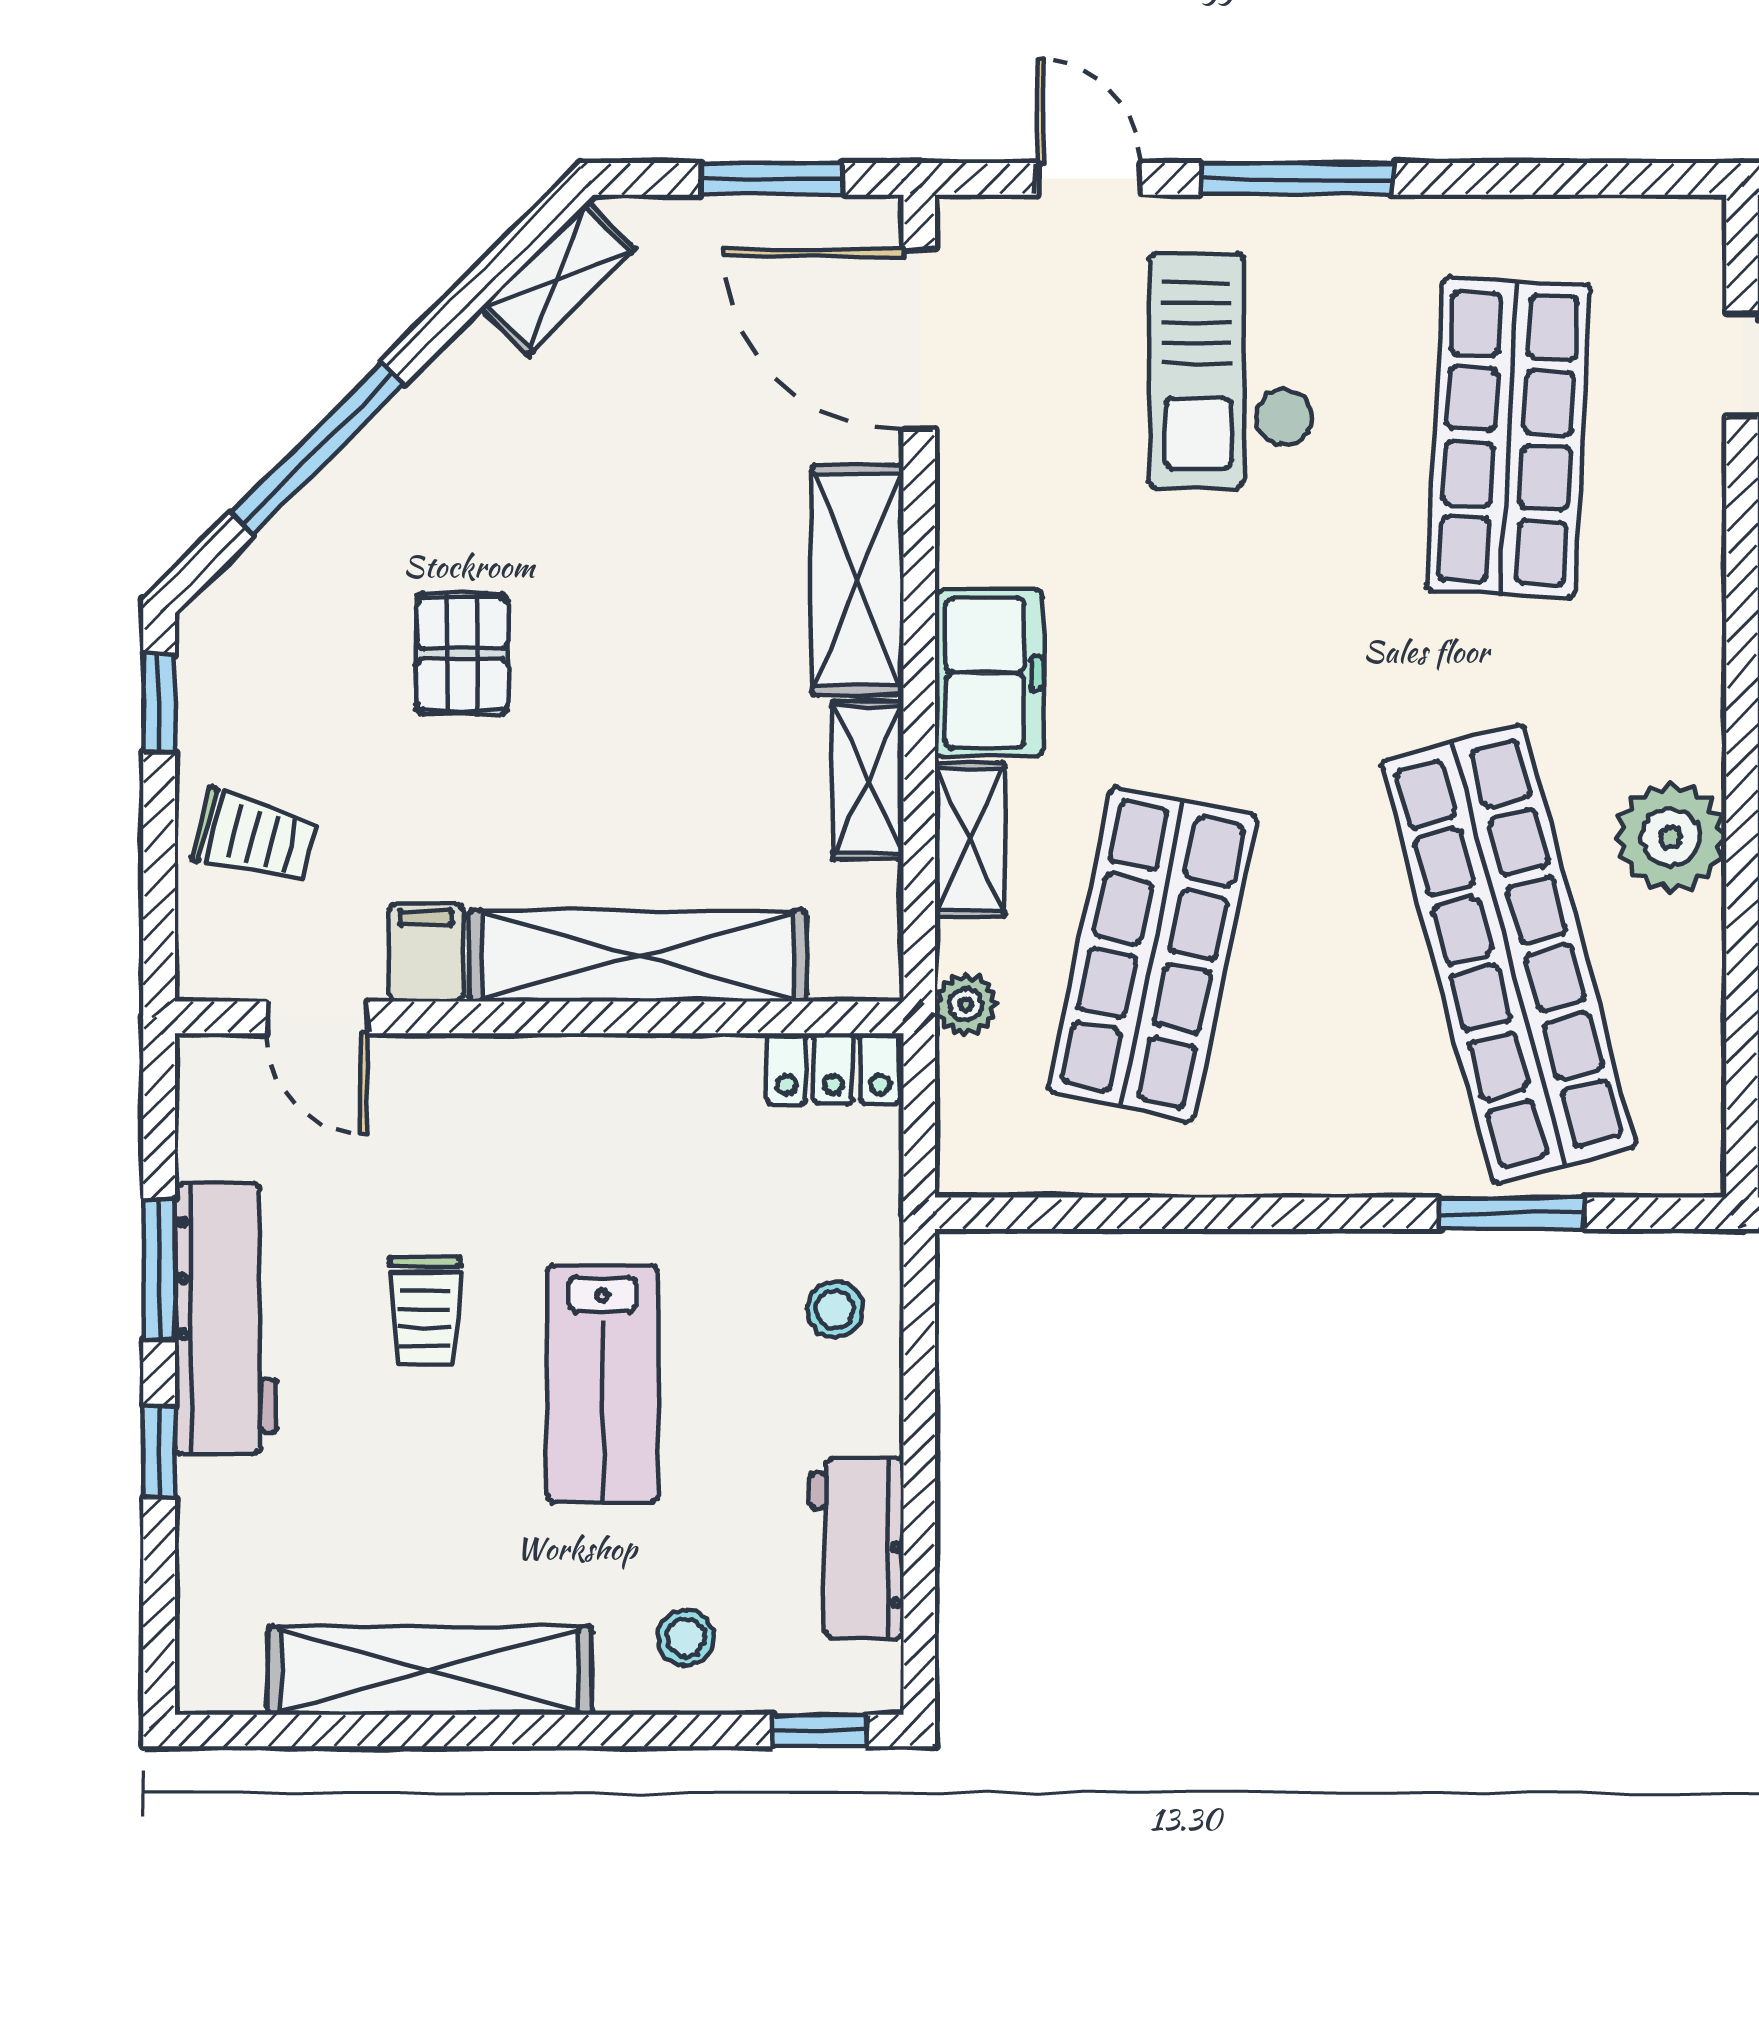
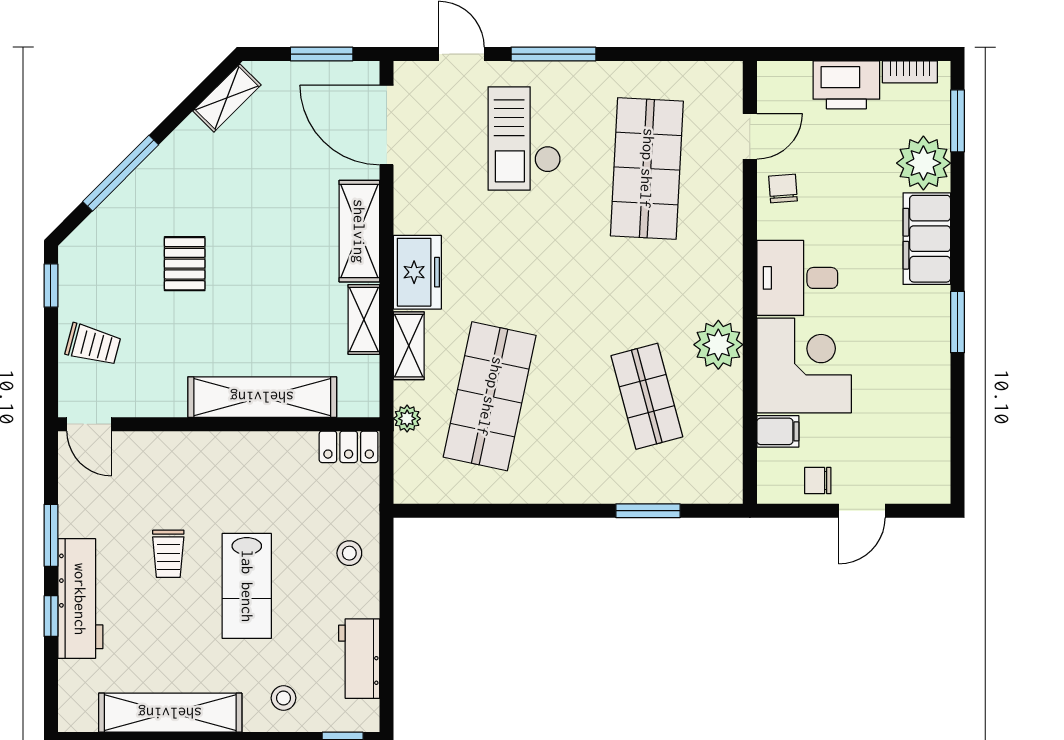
filing cabinet: (426, 952) -> (169, 396), removed
shop shelf: (1509, 954) -> (647, 396), width x0.50, depth x0.74
door: (317, 1017) -> (89, 424), moved
workbench: (226, 1319) -> (80, 599), moved

